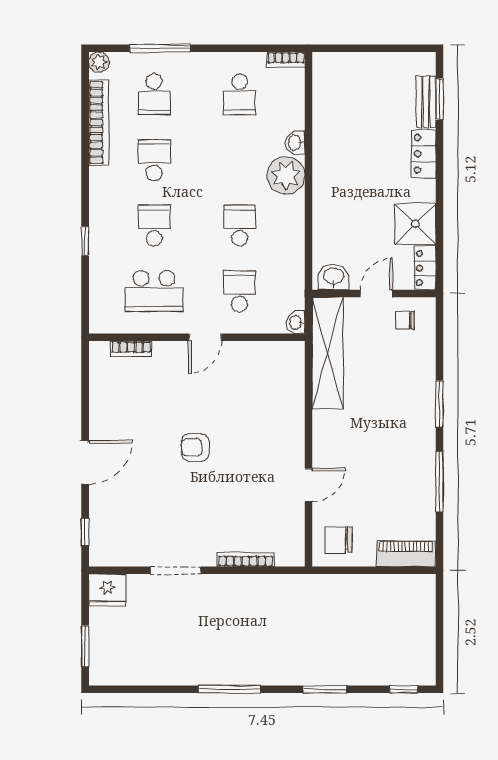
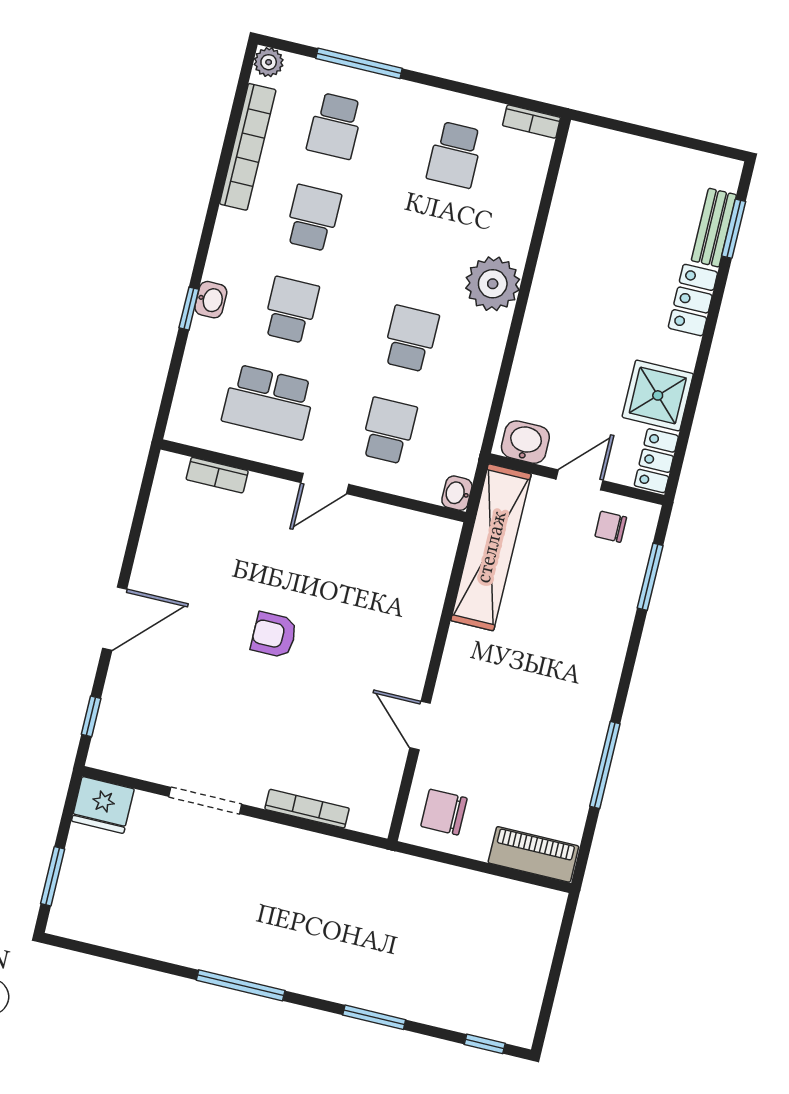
washbasin: (295, 143) -> (211, 300), moved, turned 180
window: (440, 404) -> (650, 577), moved
door: (308, 485) -> (420, 726), swing flipped

